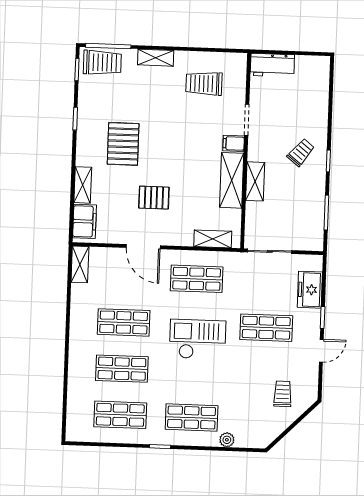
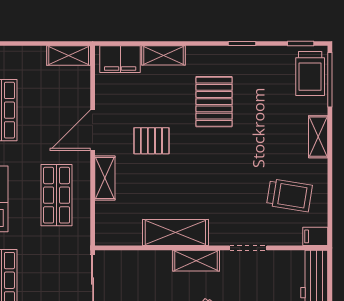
trolley: (204, 84) -> (289, 195), turned 99
filing cabinet: (234, 143) -> (315, 236), moved, turned -90
pallet: (123, 144) -> (214, 102), turned 90
shelving: (255, 181) -> (196, 261), moved
pallet: (154, 198) -> (151, 141), turned 90
shelving: (213, 239) -> (105, 178), moved

